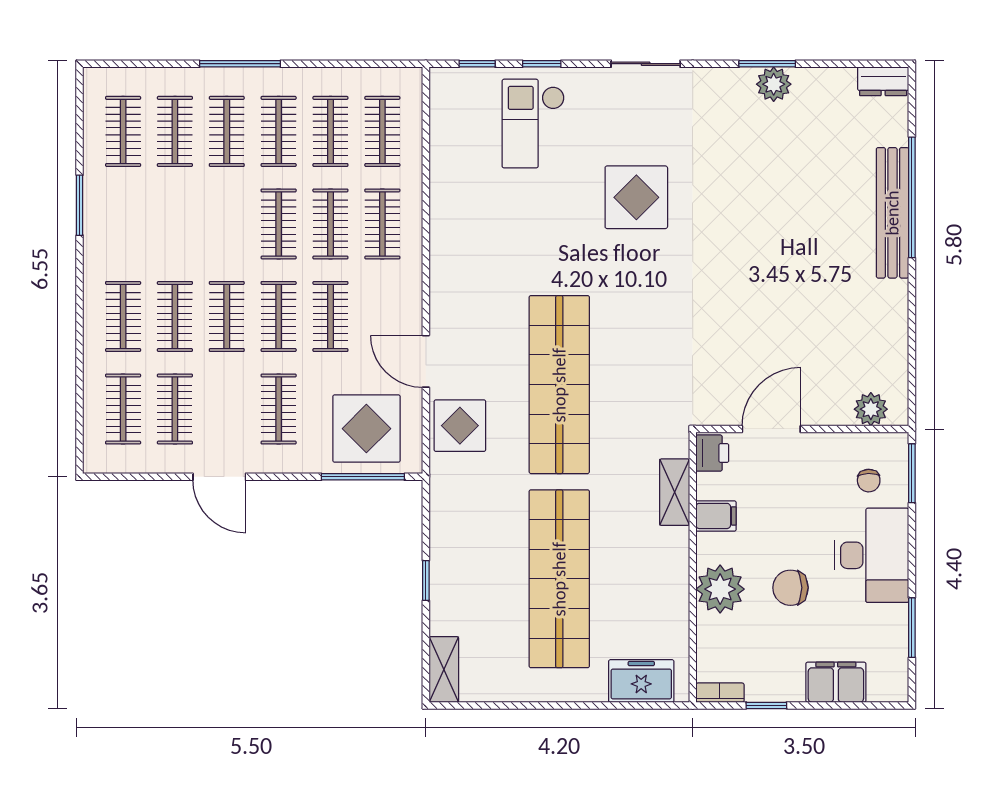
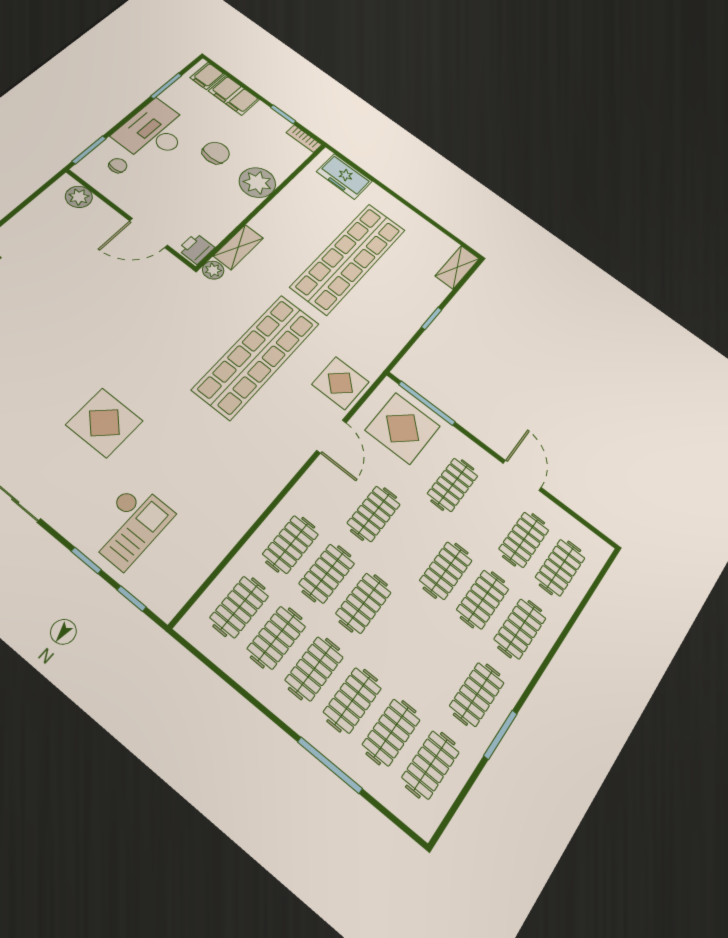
window: (240, 64) -> (330, 765), moved
clothes rail: (279, 316) -> (477, 694), moved
plant: (676, 443) -> (213, 270), added
filing cabinet: (716, 516) -> (207, 76), moved, turned -90
chair: (791, 588) -> (216, 153), turned -90

